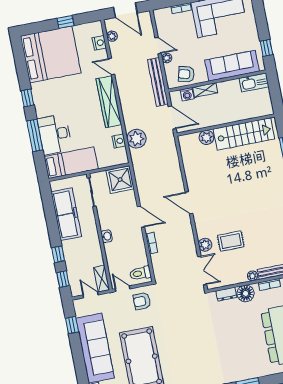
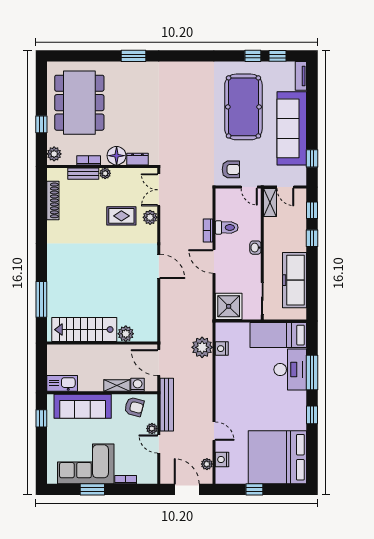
wardrobe: (109, 102) -> (224, 393), removed
toilet: (140, 273) -> (227, 227), moved

